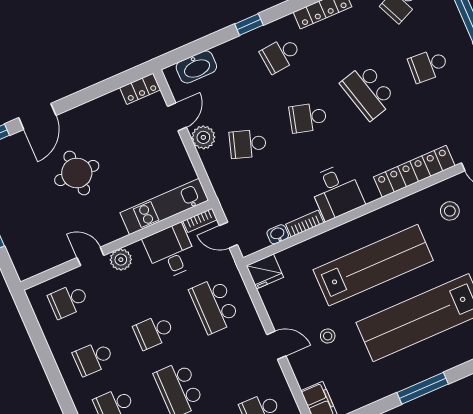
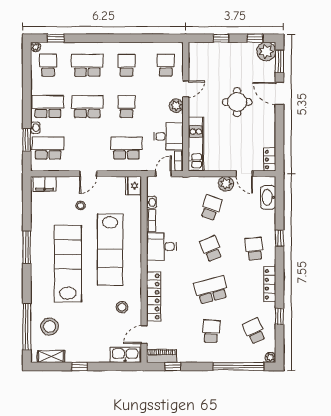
school desk: (308, 118) -> (211, 249), turned -36

